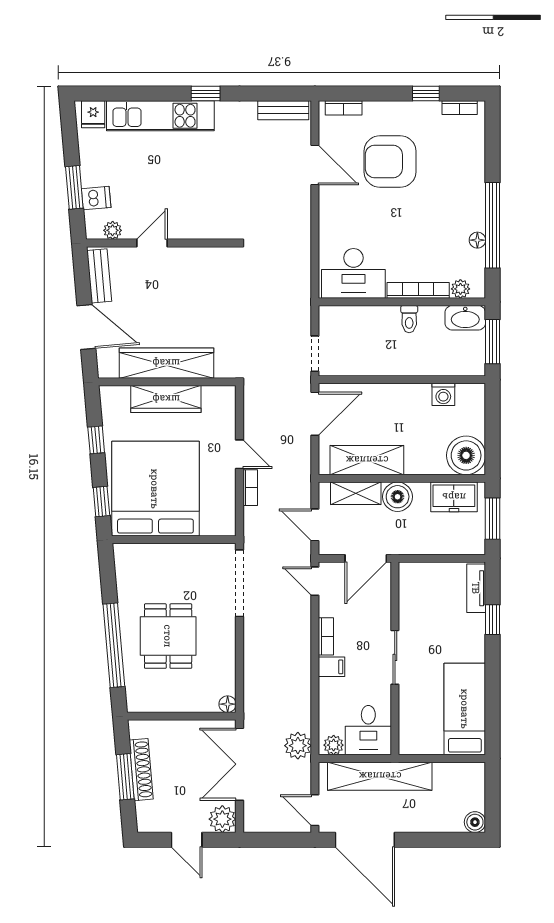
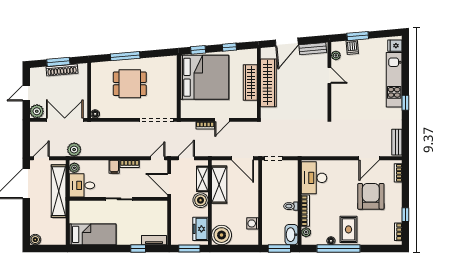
rug: (455, 205) -> (349, 229), added
window: (114, 645) -> (125, 56), width x0.68

